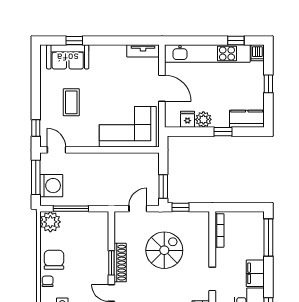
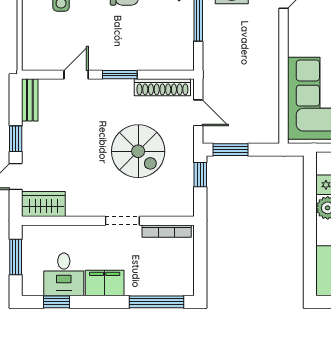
window: (223, 132) -> (310, 236), removed
shoe rack: (120, 263) -> (162, 87), moved
doorway: (212, 279) -> (122, 221), moved

